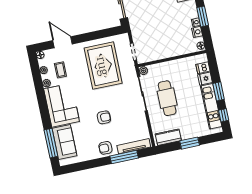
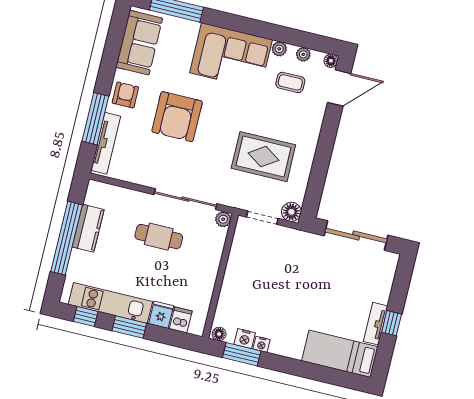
window: (203, 16) -> (242, 354), moved
floor lamp: (124, 39) -> (291, 212), added
door: (63, 42) -> (339, 88), moved
rug: (103, 66) -> (263, 157), width x0.73, depth x0.69
cafe table: (167, 98) -> (159, 237), width x0.73, depth x0.74
armchair: (104, 117) -> (177, 117), width x1.88, depth x1.88
kitchen counter: (168, 137) -> (88, 228), moved
sofa: (64, 142) -> (139, 43), moved, turned -90
window: (190, 143) -> (67, 238), width x2.11

